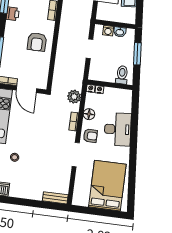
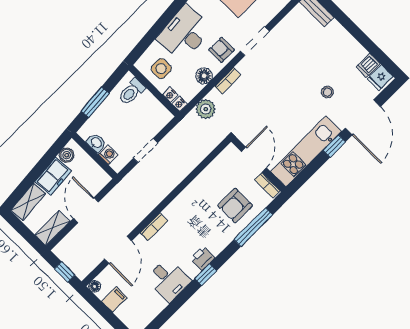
boiler: (131, 13) -> (67, 155), added
armchair: (37, 42) -> (235, 206), moved, turned 180
side table: (115, 100) -> (161, 69), added

